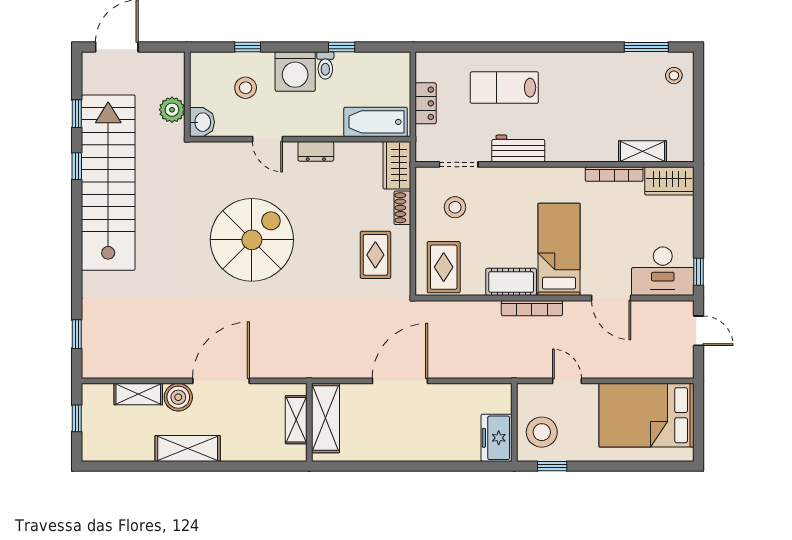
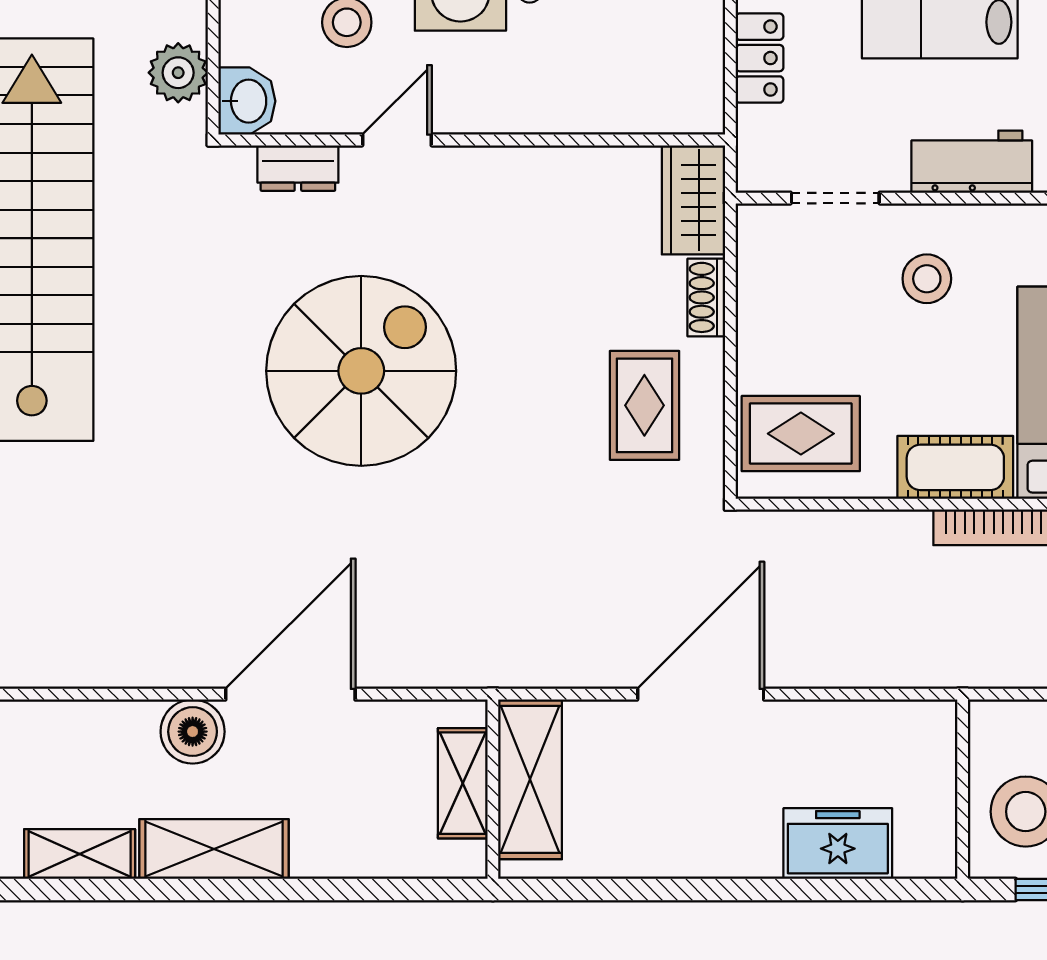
bathtub: (376, 122) -> (645, 101), removed
door: (267, 139) -> (397, 140), swing flipped
dresser: (316, 151) -> (298, 168), moved
stool: (455, 207) -> (927, 279), moved
rug: (444, 267) -> (801, 434), turned 90
shelving: (138, 394) -> (80, 854), moved
freezer: (497, 438) -> (838, 844), moved, turned 90

